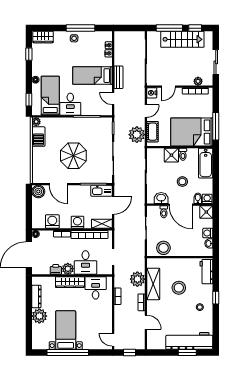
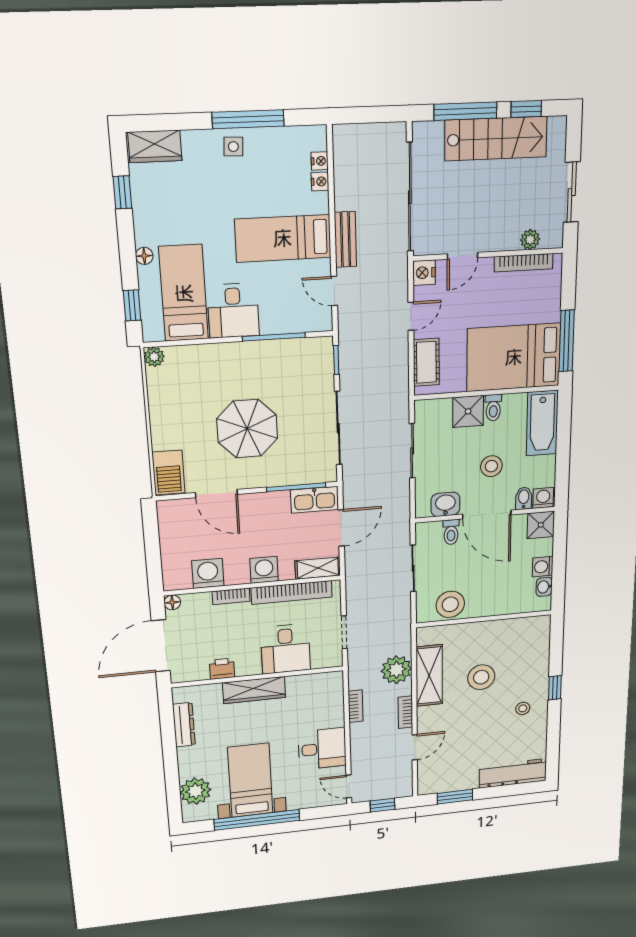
plant: (137, 135) -> (391, 371), removed
barbecue: (38, 137) -> (168, 473), moved
boiler: (38, 192) -> (171, 513), removed
plant: (68, 269) -> (248, 665), removed
workbench: (206, 272) -> (538, 641), removed
desk: (96, 288) -> (322, 749), moved, turned 90
plant: (39, 316) -> (195, 791), moved
door: (146, 322) -> (415, 747), hinge flipped
workbench: (189, 341) -> (513, 773), width x0.73, depth x0.76
window: (187, 353) -> (455, 797), moved

